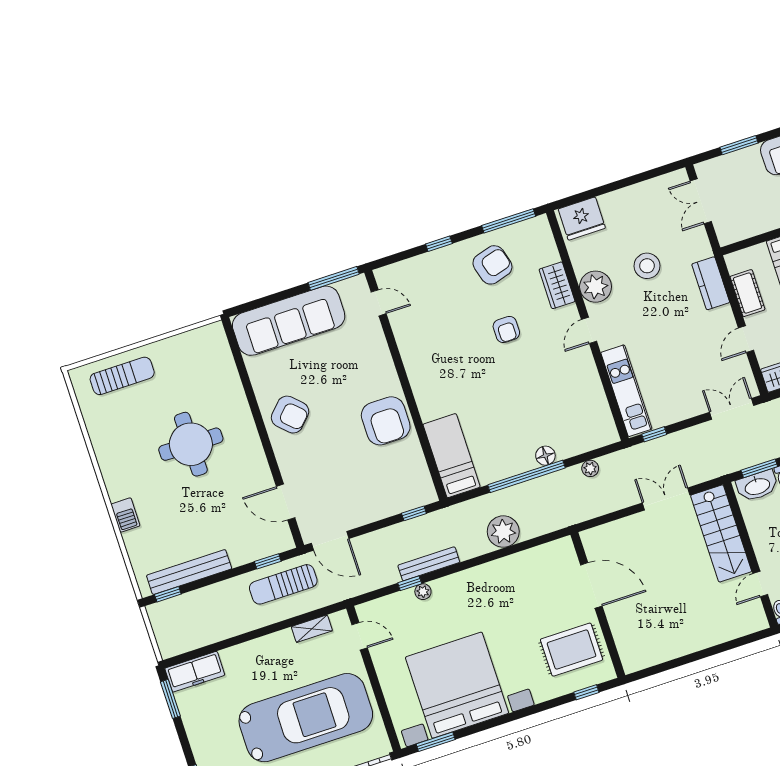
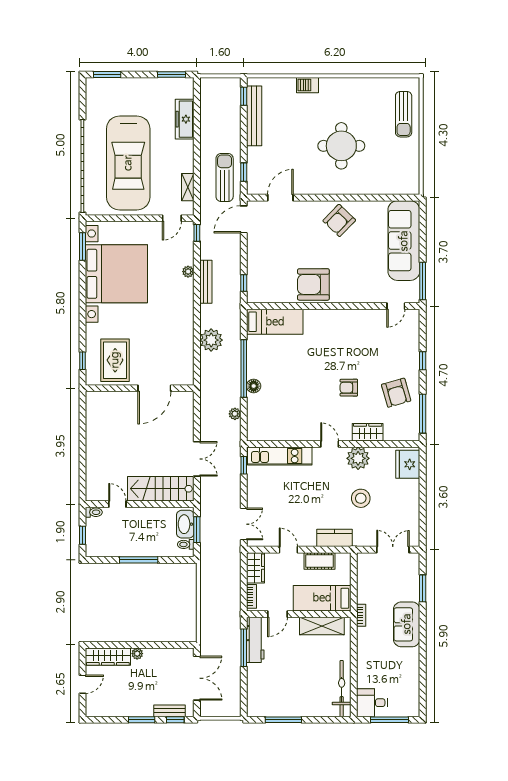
window: (410, 583) -> (197, 233), moved
freezer: (195, 672) -> (185, 119), moved

